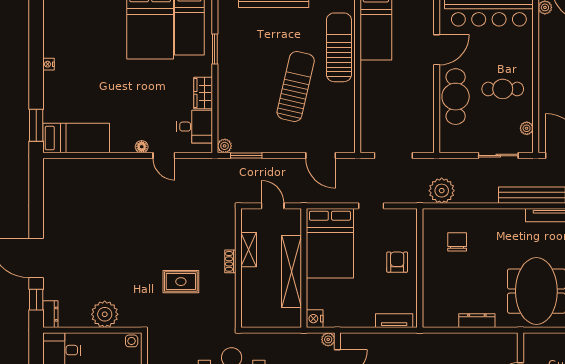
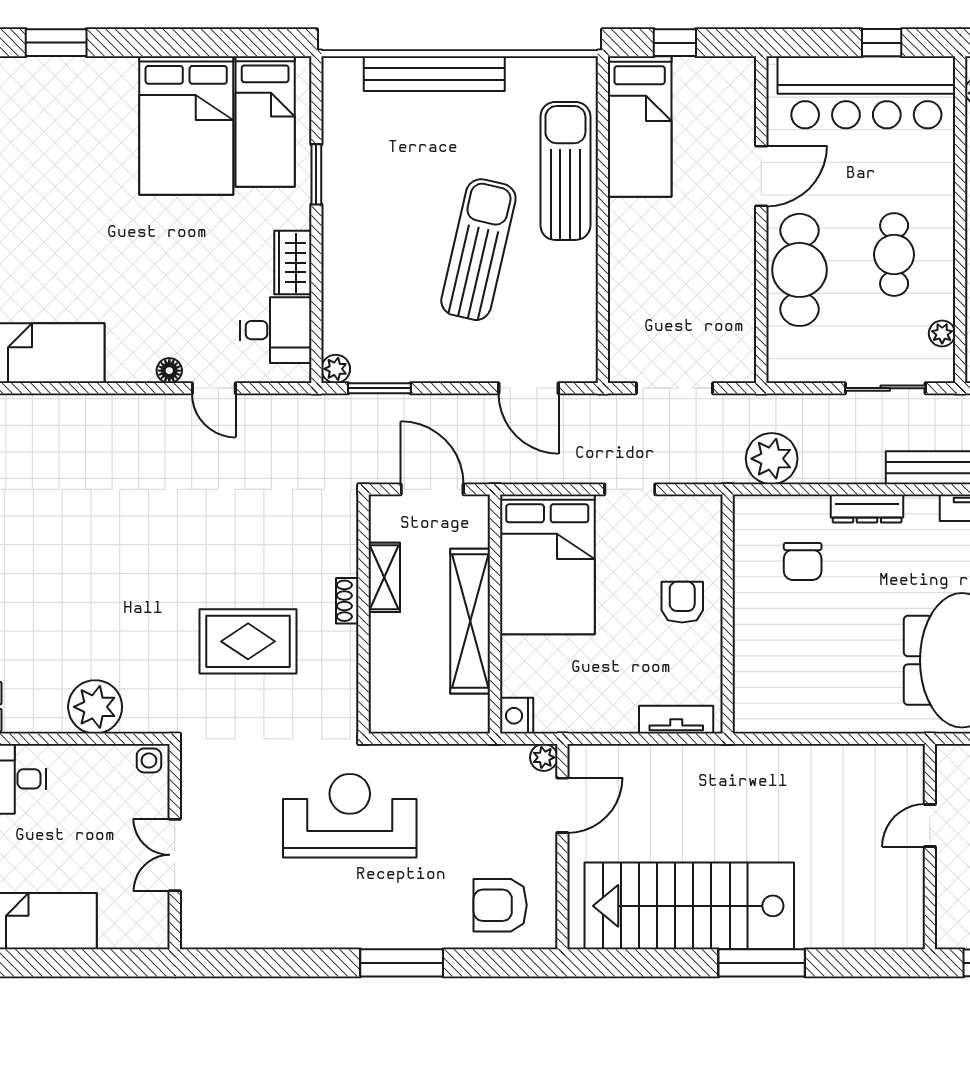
cafe table: (503, 89) -> (894, 255), turned 90
door: (273, 206) -> (432, 489), width x1.38
chair: (457, 242) -> (803, 561), turned 180
rug: (181, 282) -> (248, 641), width x1.36, depth x1.43
dresser: (477, 321) -> (867, 509), moved, turned 180

